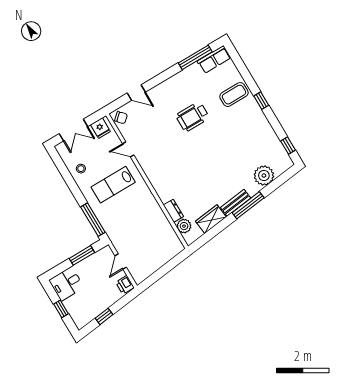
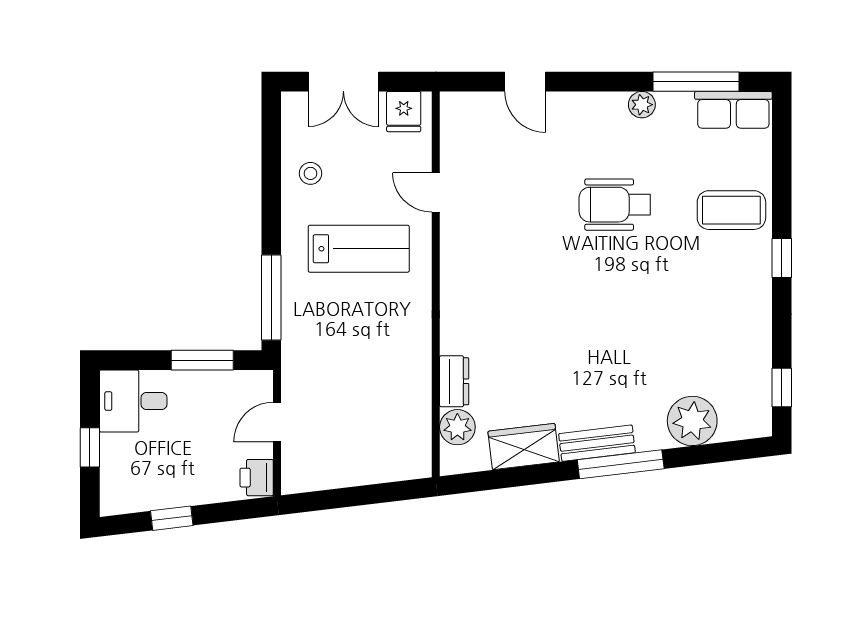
plant: (181, 77) -> (642, 105), added
chair: (121, 118) -> (461, 116), removed
lab bench: (113, 185) -> (359, 249), turned 180

